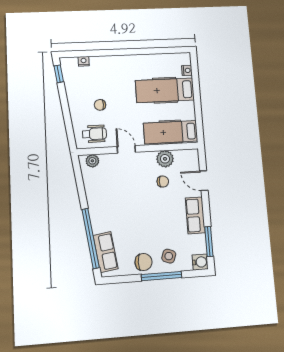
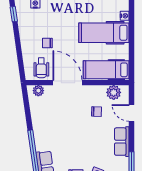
wheelchair: (94, 134) -> (41, 68), turned 90
door: (126, 149) -> (67, 83), width x1.88
plant: (165, 159) -> (114, 92), moved

